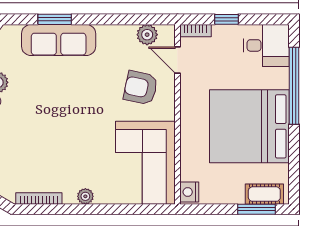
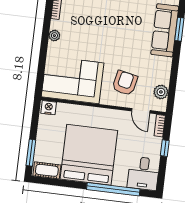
door: (177, 60) -> (141, 111), swing flipped
cot: (264, 194) -> (47, 170), moved, turned 90

